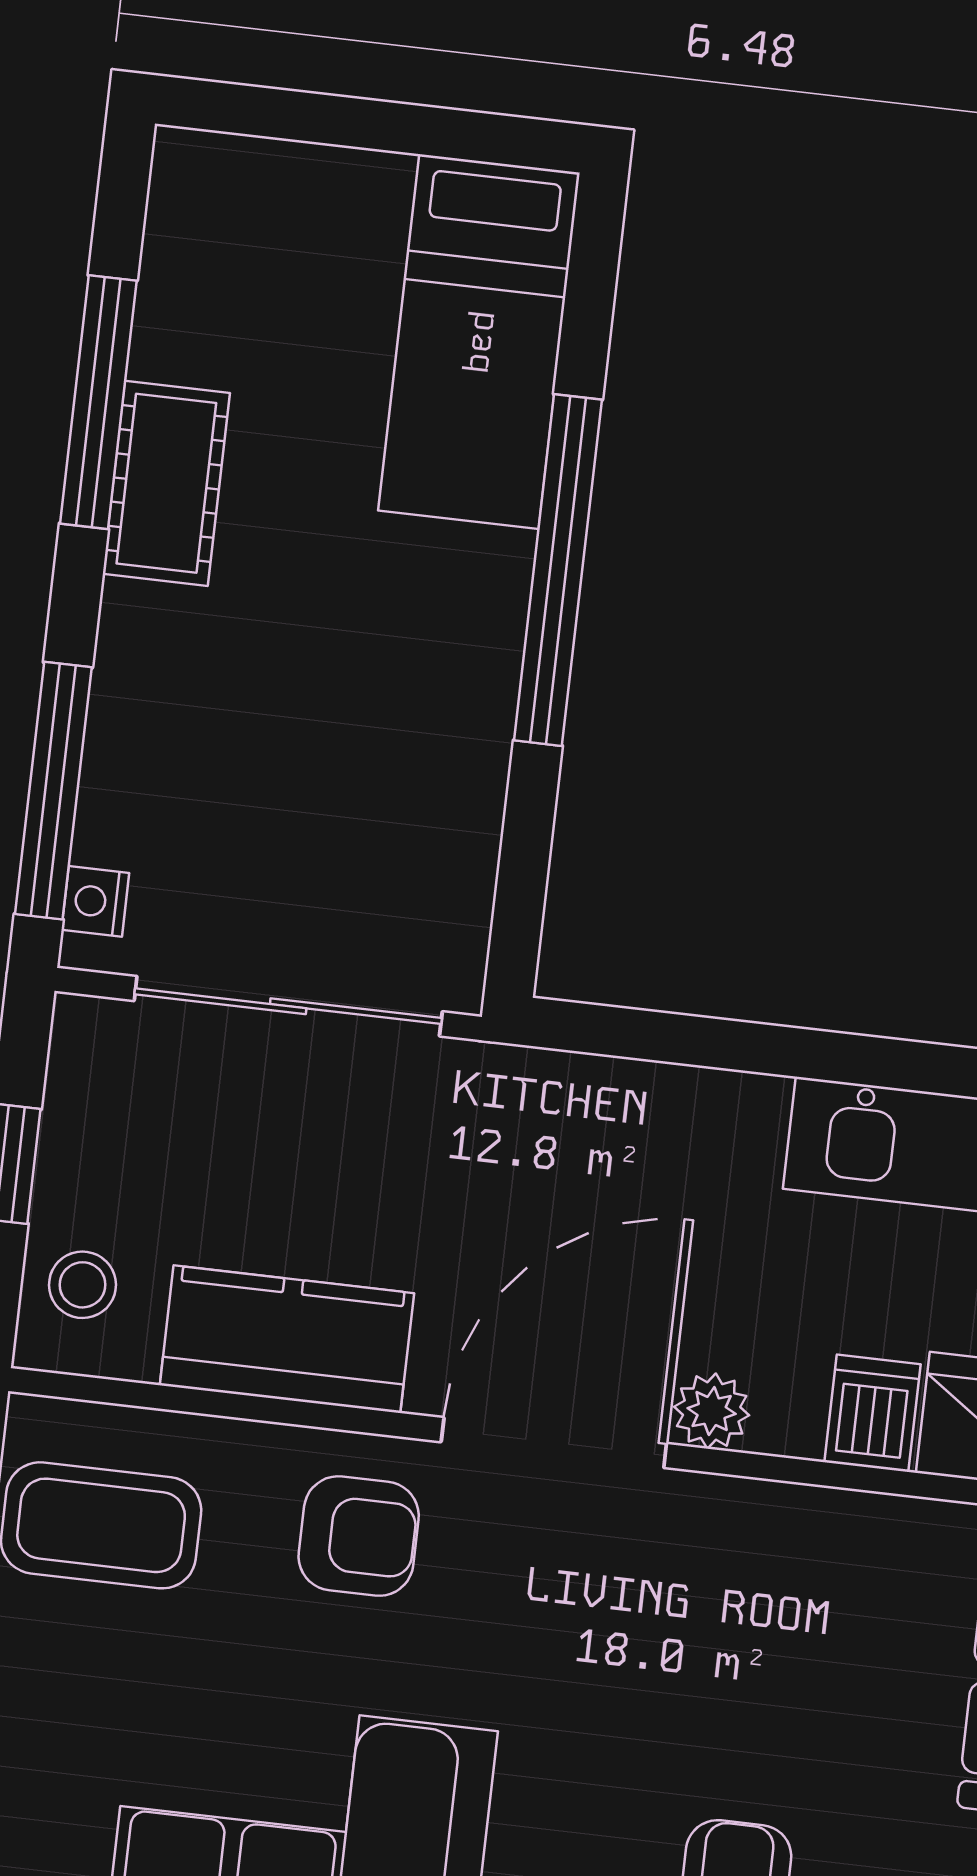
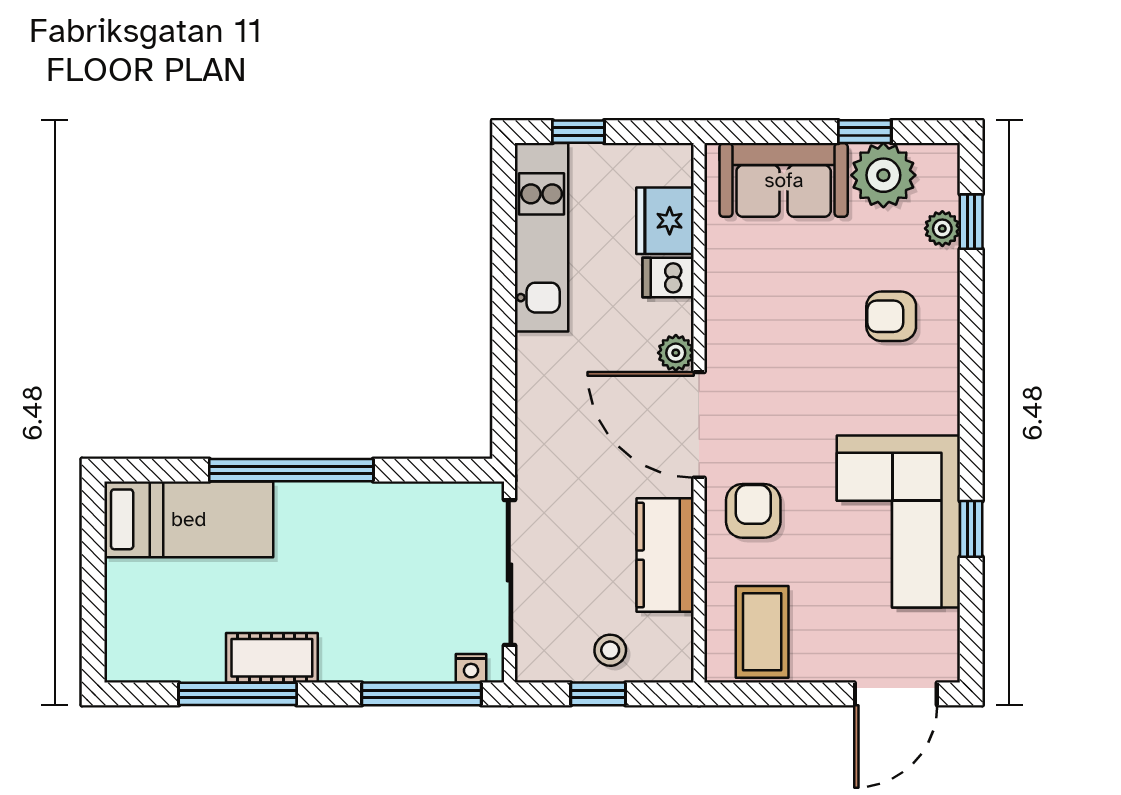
stool: (83, 1285) -> (610, 650), moved

